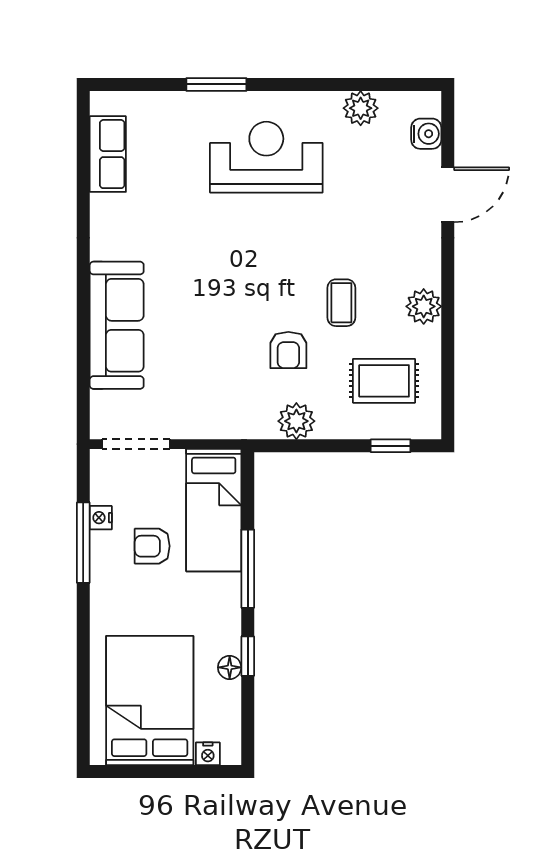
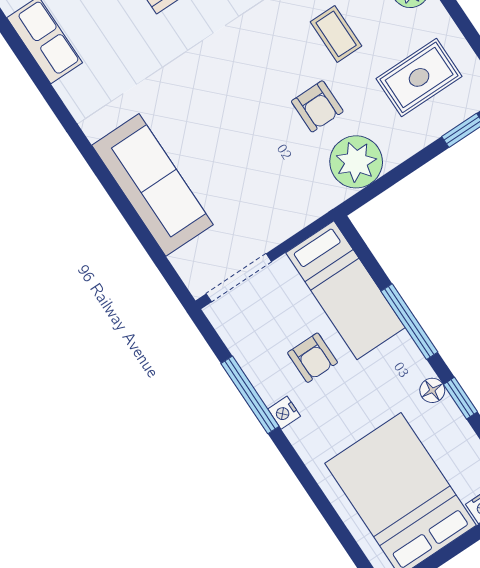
plant: (296, 421) -> (356, 162), width x1.36, depth x1.36
nightstand: (101, 518) -> (284, 413), moved
armchair: (152, 546) -> (313, 358), turned -90
floor lamp: (230, 667) -> (432, 390), moved

